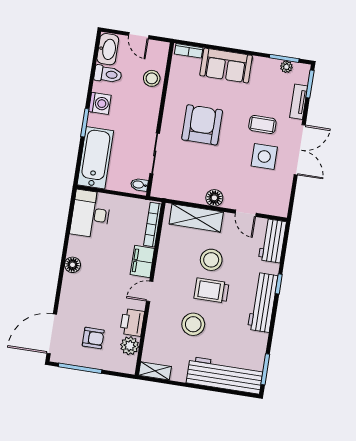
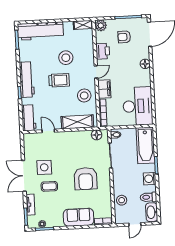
door: (139, 36) -> (135, 224), swing flipped
floor lamp: (214, 198) -> (97, 135), moved
desk: (91, 214) -> (138, 106), width x1.36, depth x1.30
stool: (211, 260) -> (84, 96), moved
floor lamp: (73, 265) -> (145, 64), moved
plant: (130, 346) -> (101, 25), moved

